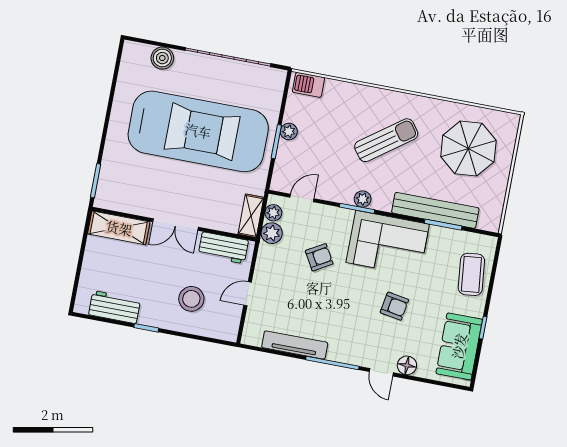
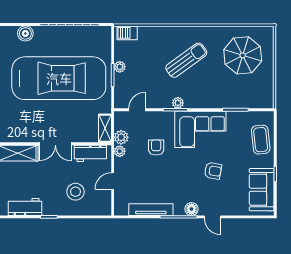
bench: (435, 210) -> (228, 101), removed
plant: (273, 213) -> (120, 151), moved
armchair: (319, 257) -> (156, 147), turned -60
floor lamp: (407, 365) -> (191, 209), moved

